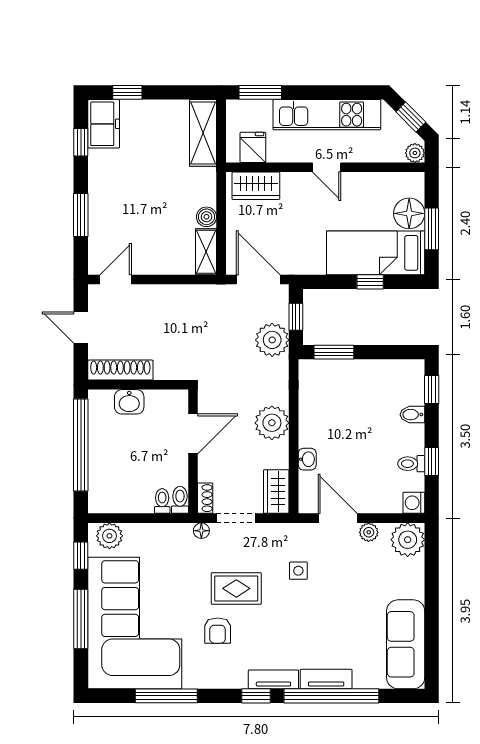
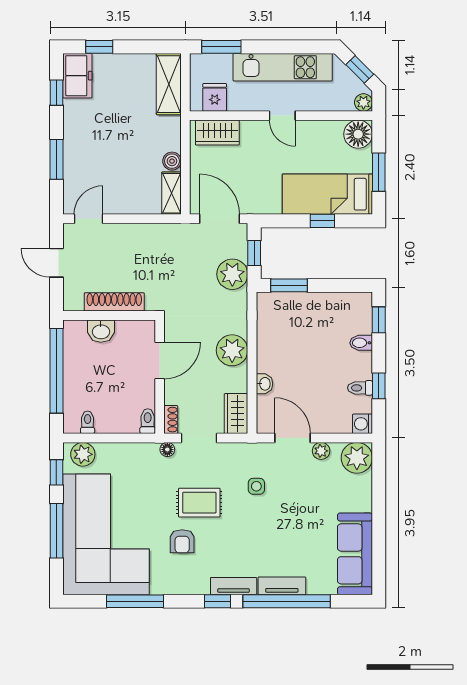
floor lamp: (409, 213) -> (358, 134), moved
shoe rack: (120, 370) -> (114, 302), moved
toilet: (162, 501) -> (88, 422), moved

